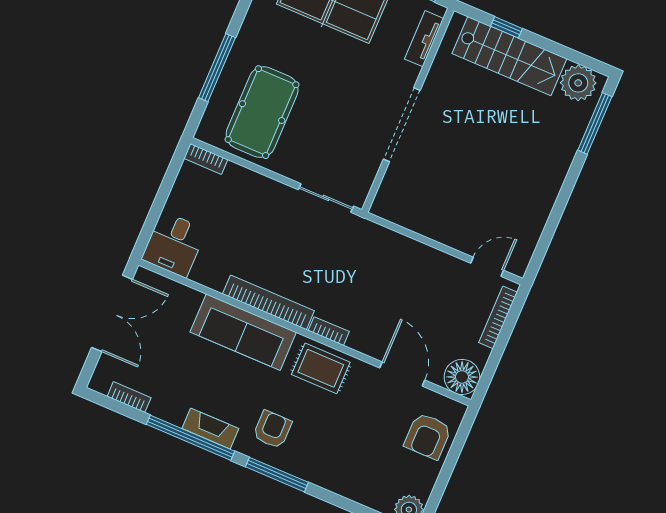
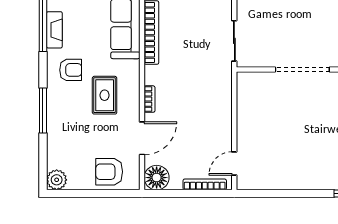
door: (487, 267) -> (234, 164), swing flipped
bookcase: (329, 331) -> (150, 99), moved
rug: (321, 368) -> (105, 95), moved
window: (277, 475) -> (43, 110), moved

